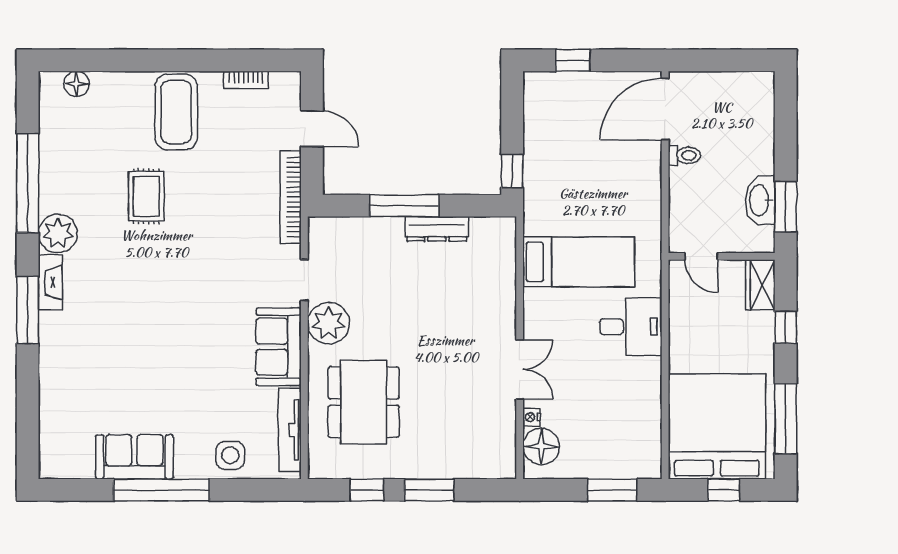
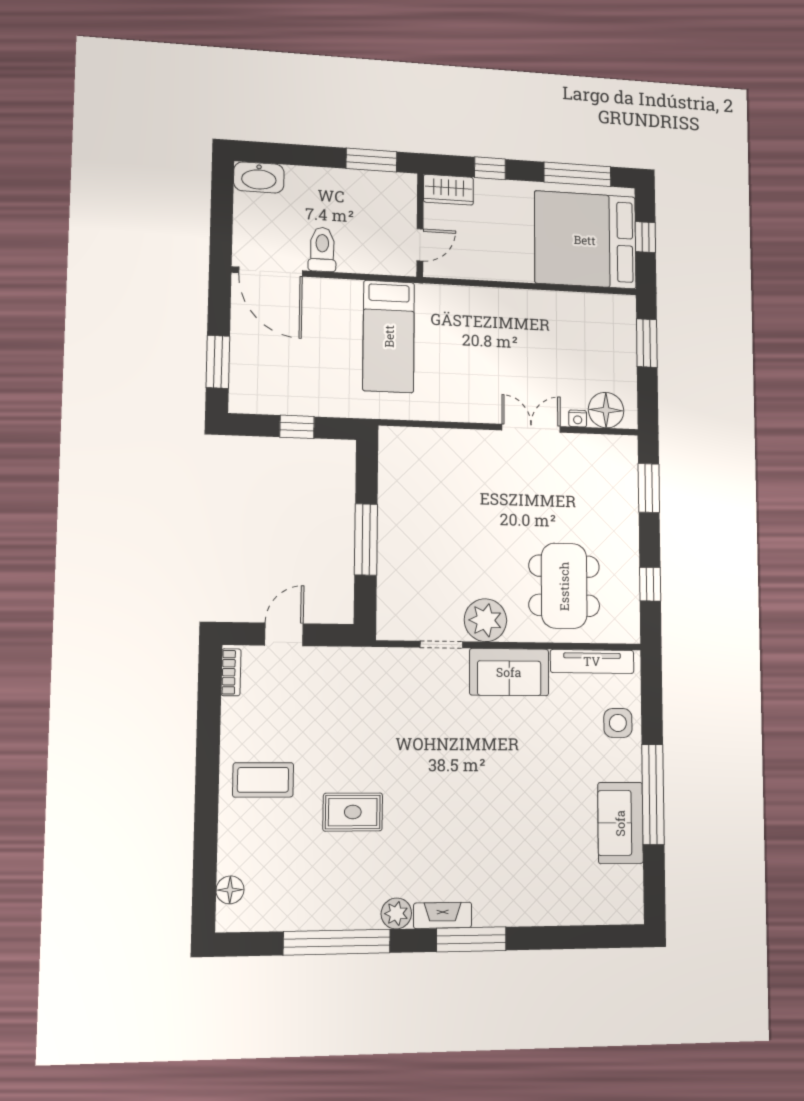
window: (573, 60) -> (218, 362), width x1.50
bookcase: (246, 80) -> (231, 672), moved
coffee table: (176, 112) -> (263, 780), width x0.73, depth x0.76
toilet: (684, 155) -> (322, 249), width x1.37, depth x1.39
window: (512, 171) -> (297, 427), moved
bookcase: (291, 197) -> (356, 658), removed
washbasin: (760, 200) -> (259, 177), moved
dresser: (437, 229) -> (390, 507), removed
plant: (58, 233) -> (396, 913), width x0.73, depth x0.73
bed: (579, 262) -> (389, 336), moved, turned 180
desk: (631, 327) -> (489, 317), removed
dining table: (364, 402) -> (564, 586), turned 90
window: (429, 490) -> (649, 488), moved

